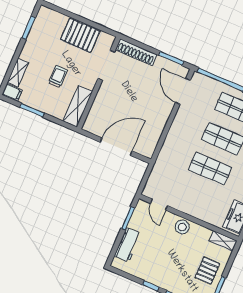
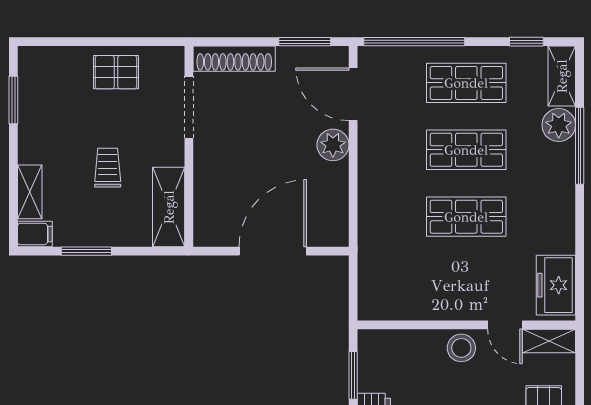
pallet: (80, 35) -> (116, 72), width x0.67, depth x0.71
plant: (164, 110) -> (333, 145), added
door: (159, 205) -> (505, 325), moved

